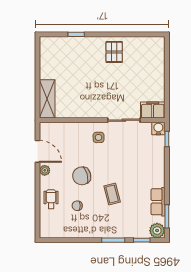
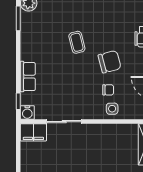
side table: (99, 137) -> (112, 109), moved
row of seats: (158, 202) -> (28, 77), moved
chair: (77, 206) -> (108, 90), moved

